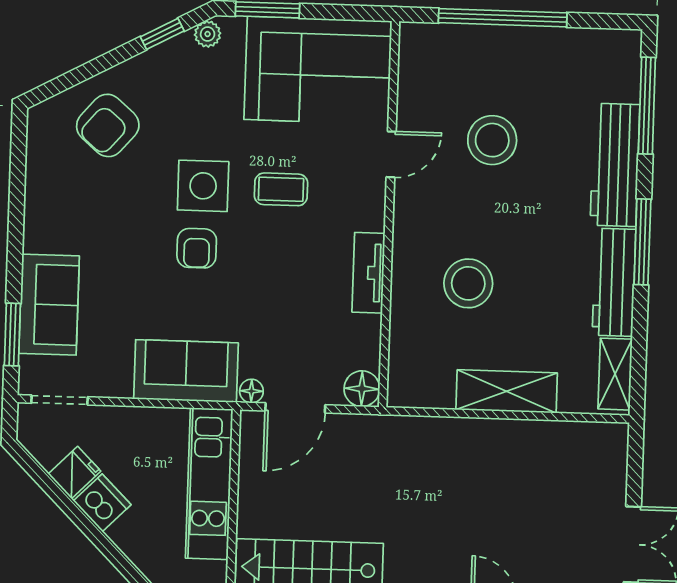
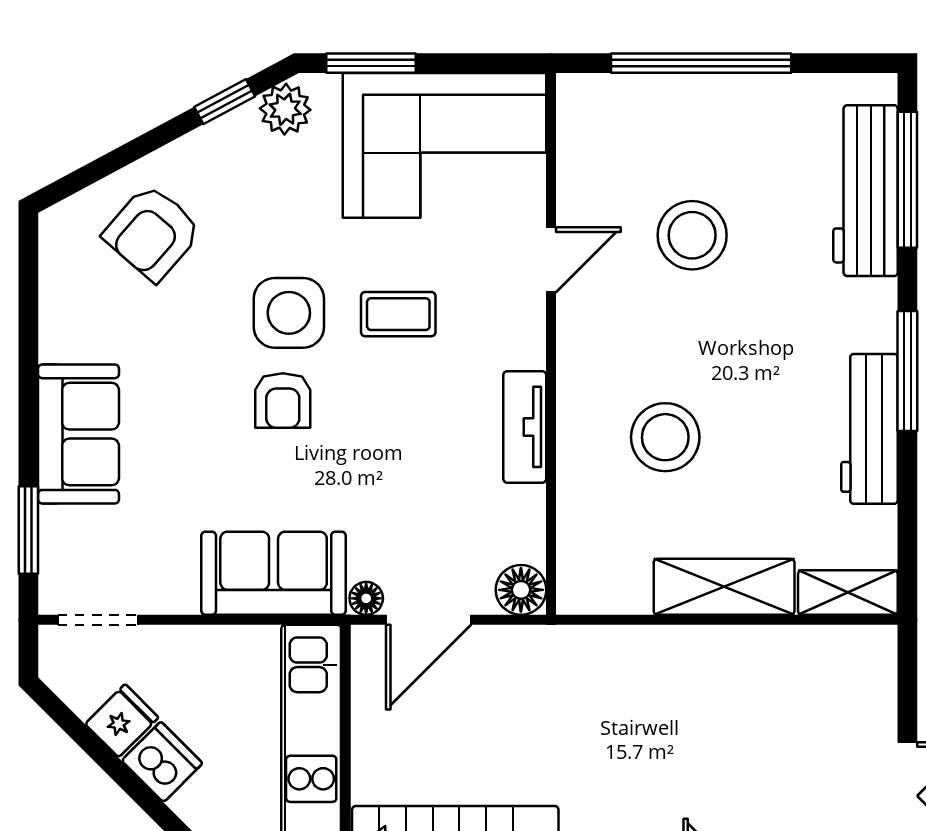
plant: (208, 34) -> (285, 109), width x1.38, depth x1.38
workbench: (615, 165) -> (866, 191), moved
sofa: (49, 305) -> (78, 434), moved
shelving: (615, 374) -> (848, 593), moved, turned 90

